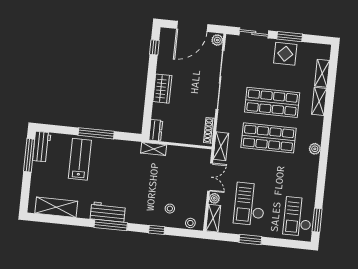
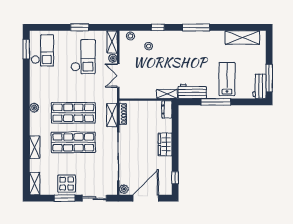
shelving: (322, 73) -> (35, 184), moved
shelving: (221, 146) -> (112, 115), moved
lab bench: (80, 159) -> (227, 79), turned 180
workbench: (108, 212) -> (192, 91), moved, turned 180

